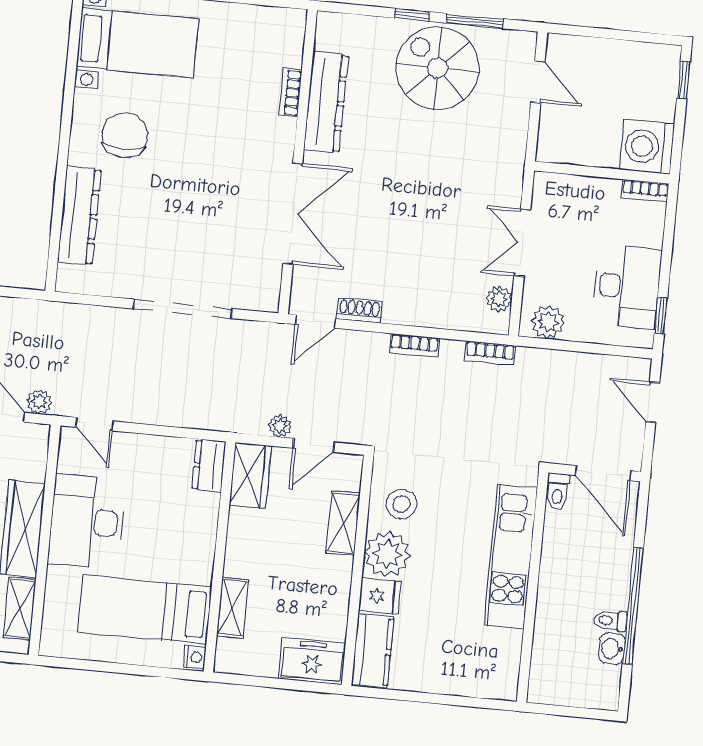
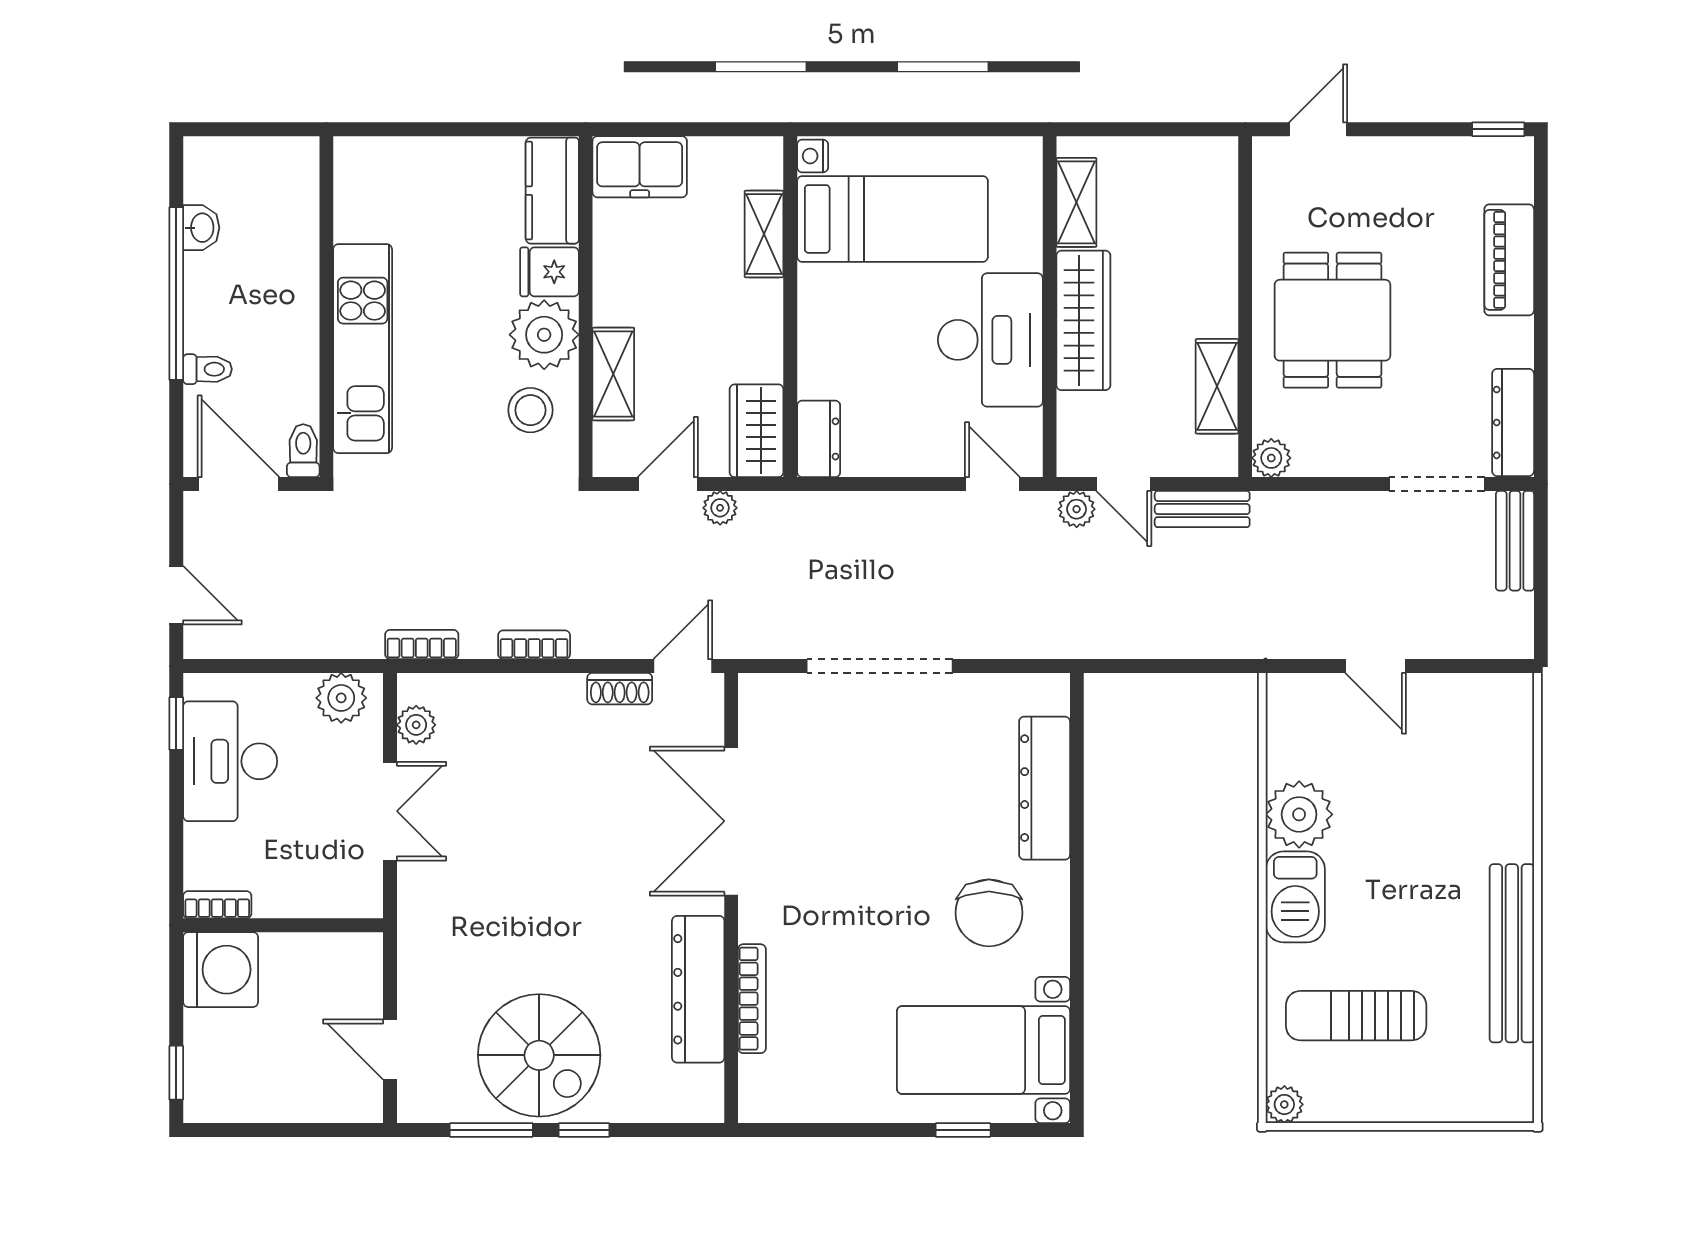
bookcase: (290, 93) -> (752, 999), width x1.56
toilet: (610, 620) -> (207, 369), moved

